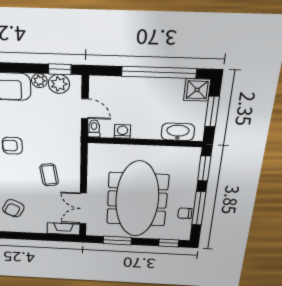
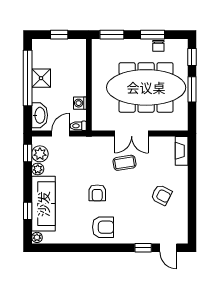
shower: (197, 90) -> (41, 78), moved
window: (212, 112) -> (59, 35), width x0.67
washbasin: (178, 132) -> (40, 115), moved, turned 180
window: (199, 208) -> (152, 35), width x0.69
double door: (83, 209) -> (132, 134), moved
window: (117, 241) -> (192, 89), moved

